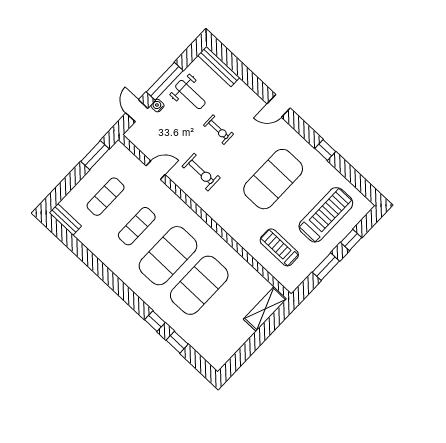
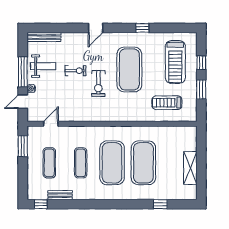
door: (137, 111) -> (23, 102), hinge flipped
door: (156, 170) -> (51, 124), moved
exercise bike: (201, 172) -> (98, 83), moved, turned 90
treadmill: (326, 215) -> (175, 62), turned 180
bench: (65, 219) -> (60, 195), moved
shelving: (265, 309) -> (190, 168), moved
window: (155, 321) -> (41, 204), moved

